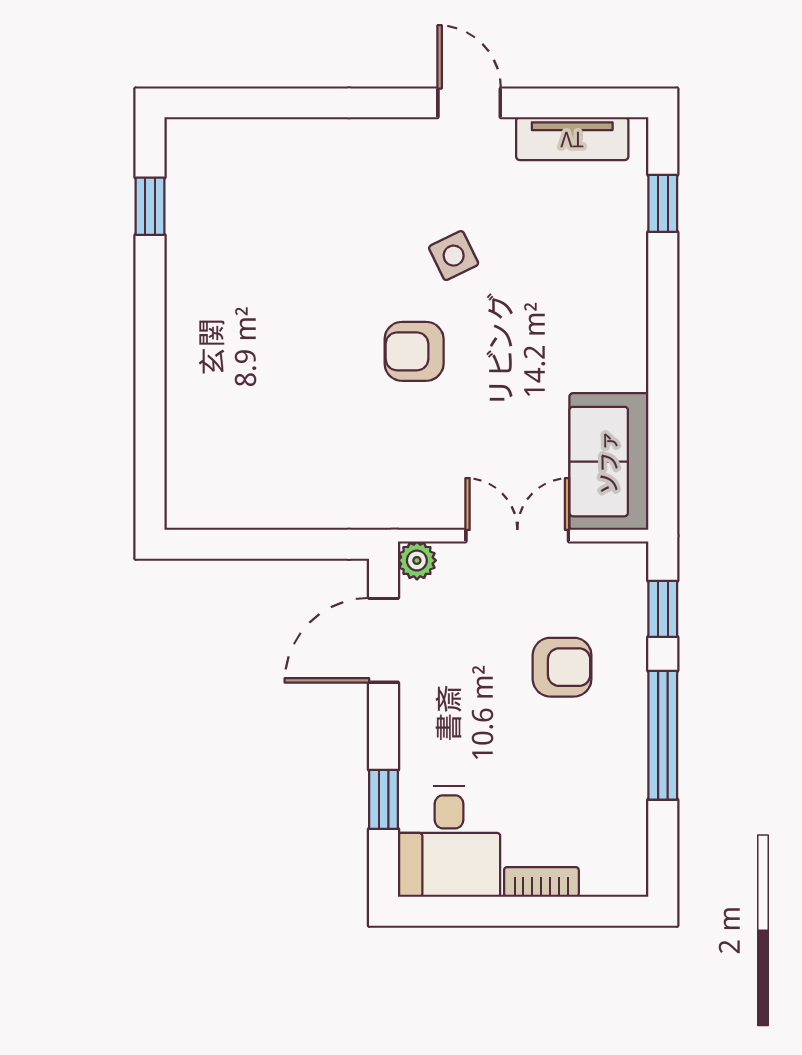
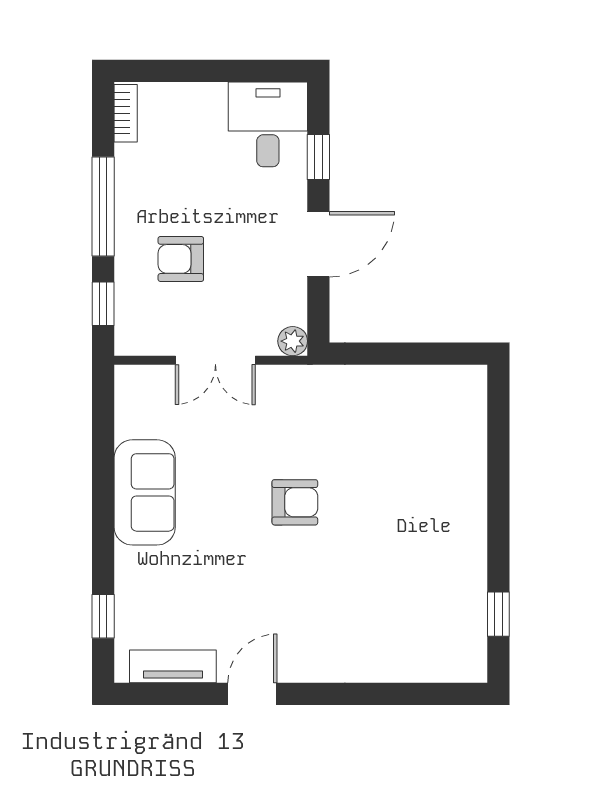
door: (469, 103) -> (252, 694), swing flipped
side table: (454, 256) -> (264, 576), removed
sofa: (609, 462) -> (145, 492), moved
door: (383, 640) -> (318, 244), moved
bookcase: (541, 882) -> (126, 113), moved, turned -90

